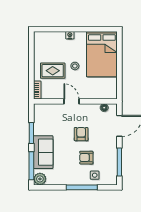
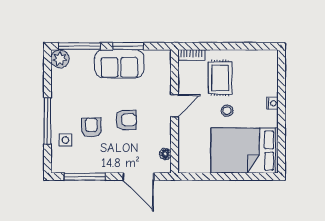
sofa: (43, 152) -> (119, 64), moved

